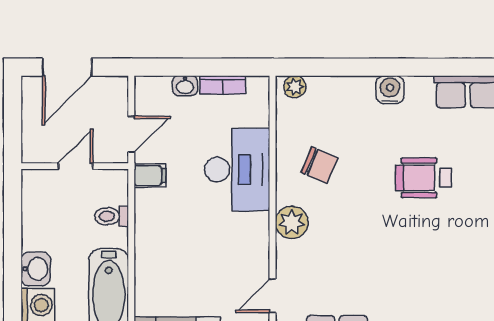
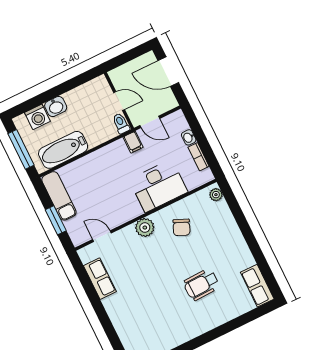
water cooler: (390, 90) -> (239, 245), removed
wheelchair: (423, 178) -> (201, 284), turned -92
toilet: (112, 216) -> (121, 123), moved

